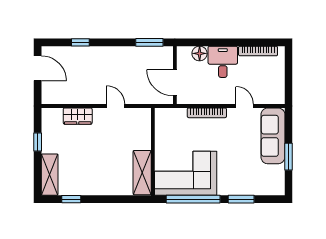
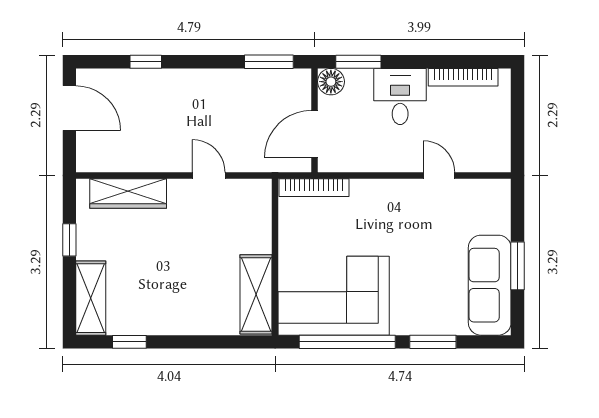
window: (199, 42) -> (358, 62), added
floor lamp: (200, 53) -> (331, 82), moved
door: (175, 83) -> (314, 134), hinge flipped
bookcase: (207, 113) -> (314, 188), moved
wardrobe: (78, 116) -> (128, 193), width x1.50
sofa: (273, 136) -> (490, 285), moved

